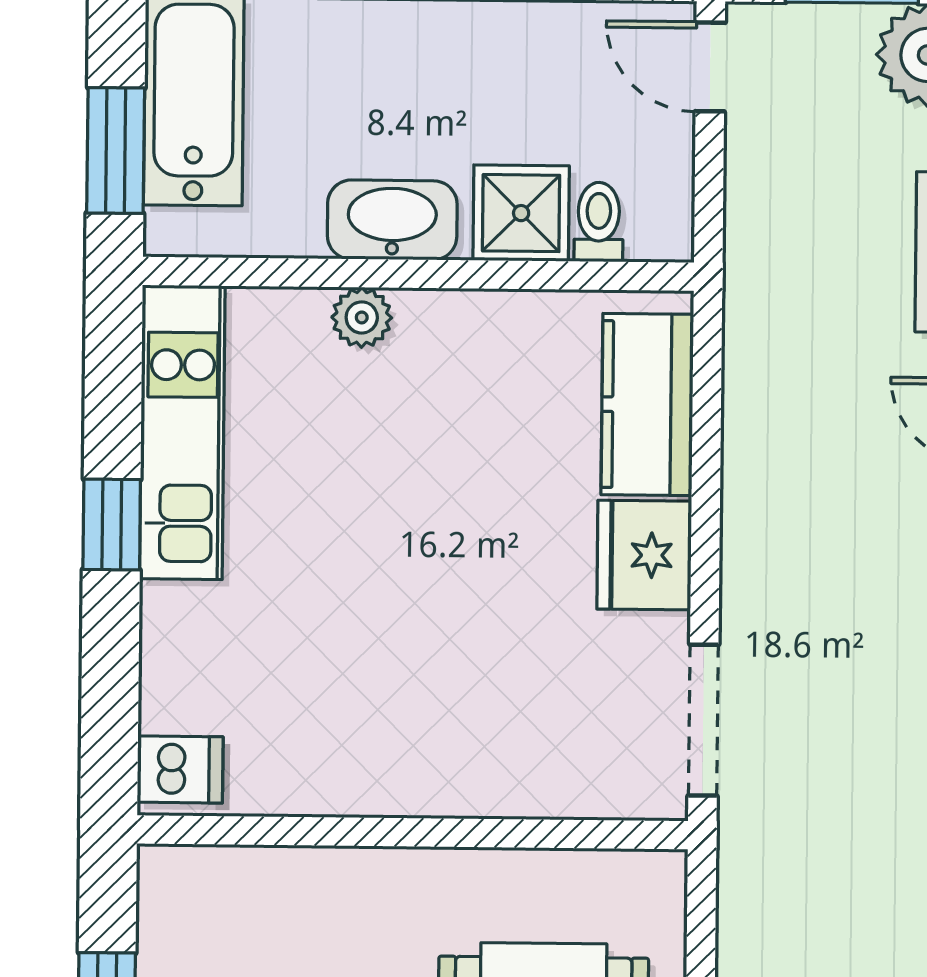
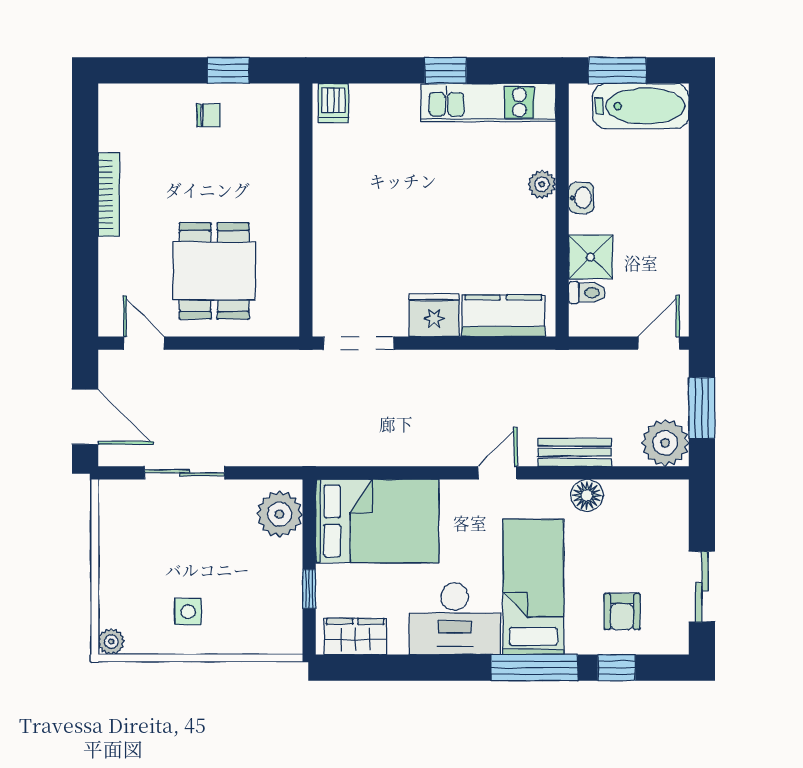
washbasin: (392, 220) -> (581, 198), width x0.52, depth x0.69

